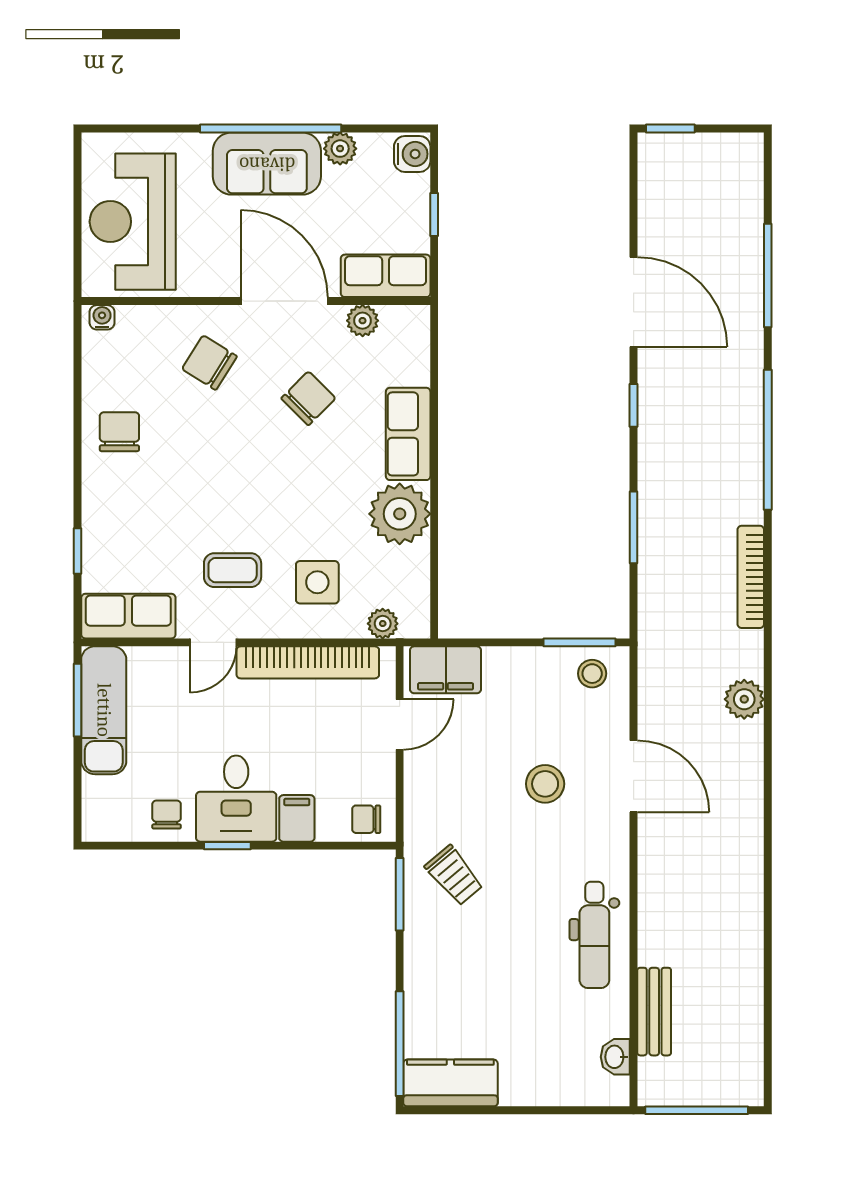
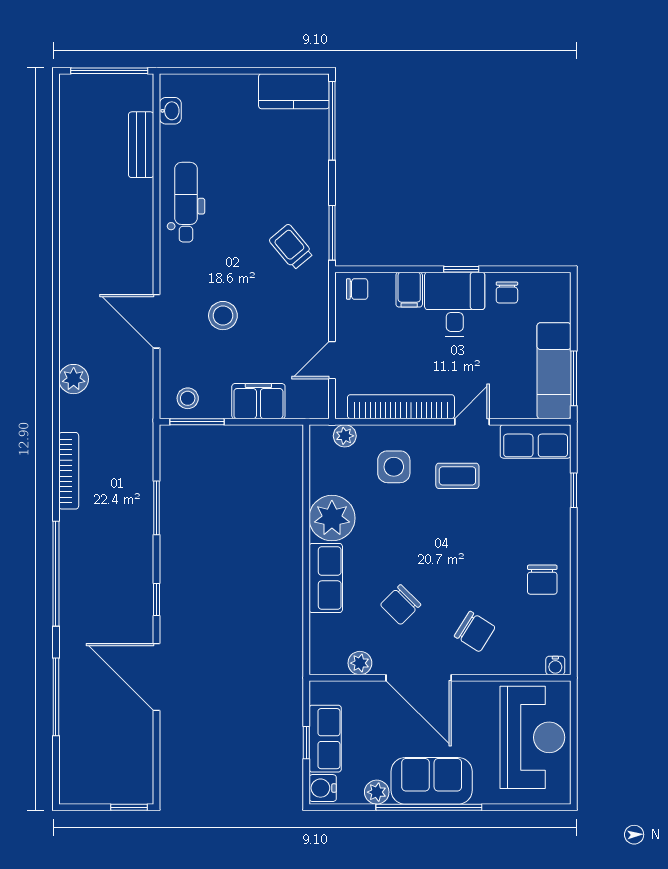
row of seats: (386, 276) -> (325, 739), moved, turned -90
filing cabinet: (446, 670) -> (258, 401), moved

